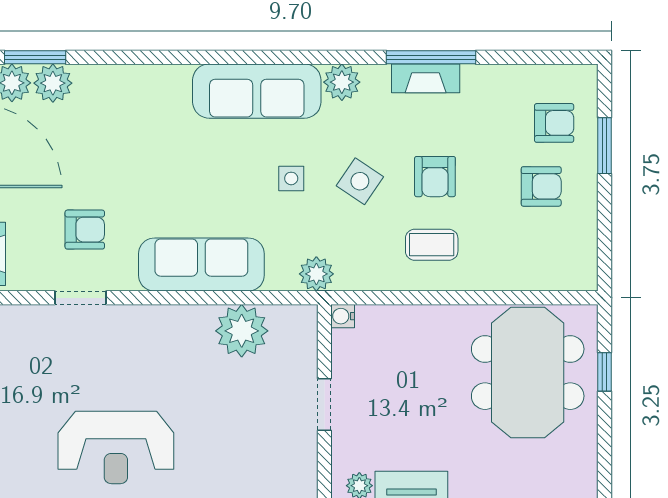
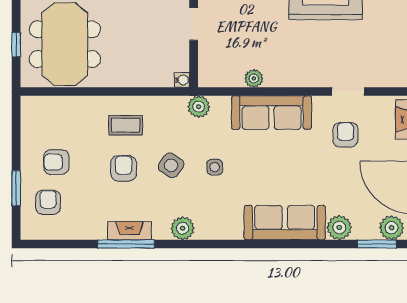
plant: (53, 83) -> (339, 228), moved
sofa: (257, 91) -> (285, 223), moved
armchair: (554, 123) -> (48, 202), turned 90
armchair: (85, 230) -> (345, 135), turned 90
plant: (242, 331) -> (254, 78), width x0.53, depth x0.53

